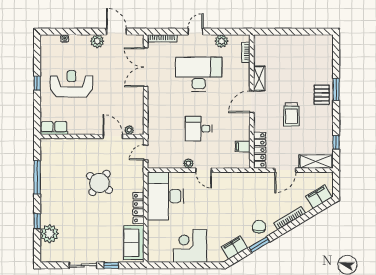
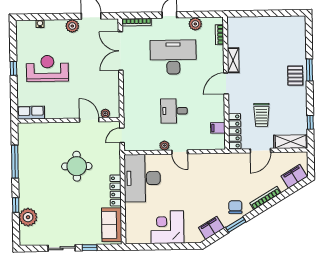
trolley: (291, 114) -> (261, 115), moved
round table: (99, 183) -> (77, 166), turned -37

